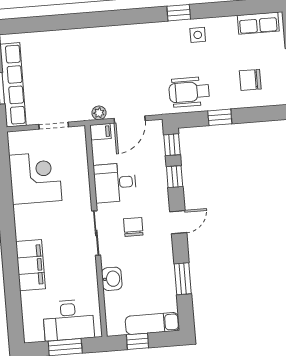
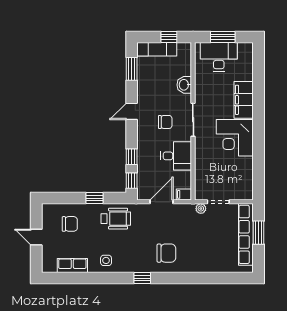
window: (179, 13) -> (142, 278), moved
row of seats: (258, 23) -> (72, 265), moved
chair: (118, 51) -> (166, 253), added
plant: (99, 113) -> (201, 209), moved
corner desk: (35, 178) -> (235, 138), moved
door: (178, 222) -> (132, 111), moved
chair: (133, 227) -> (165, 122), turned -90
window: (183, 279) -> (132, 69), moved

